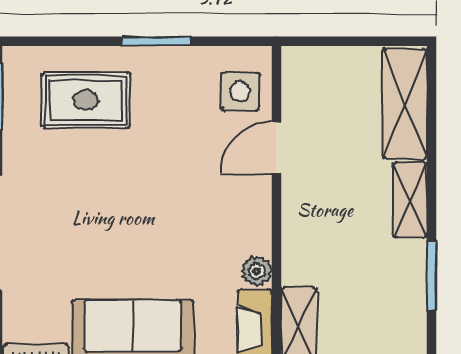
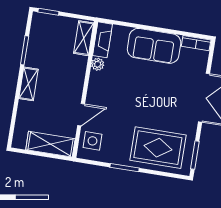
rug: (86, 100) -> (158, 148), width x1.36, depth x1.43
shelving: (405, 104) -> (50, 144), moved, turned 90

